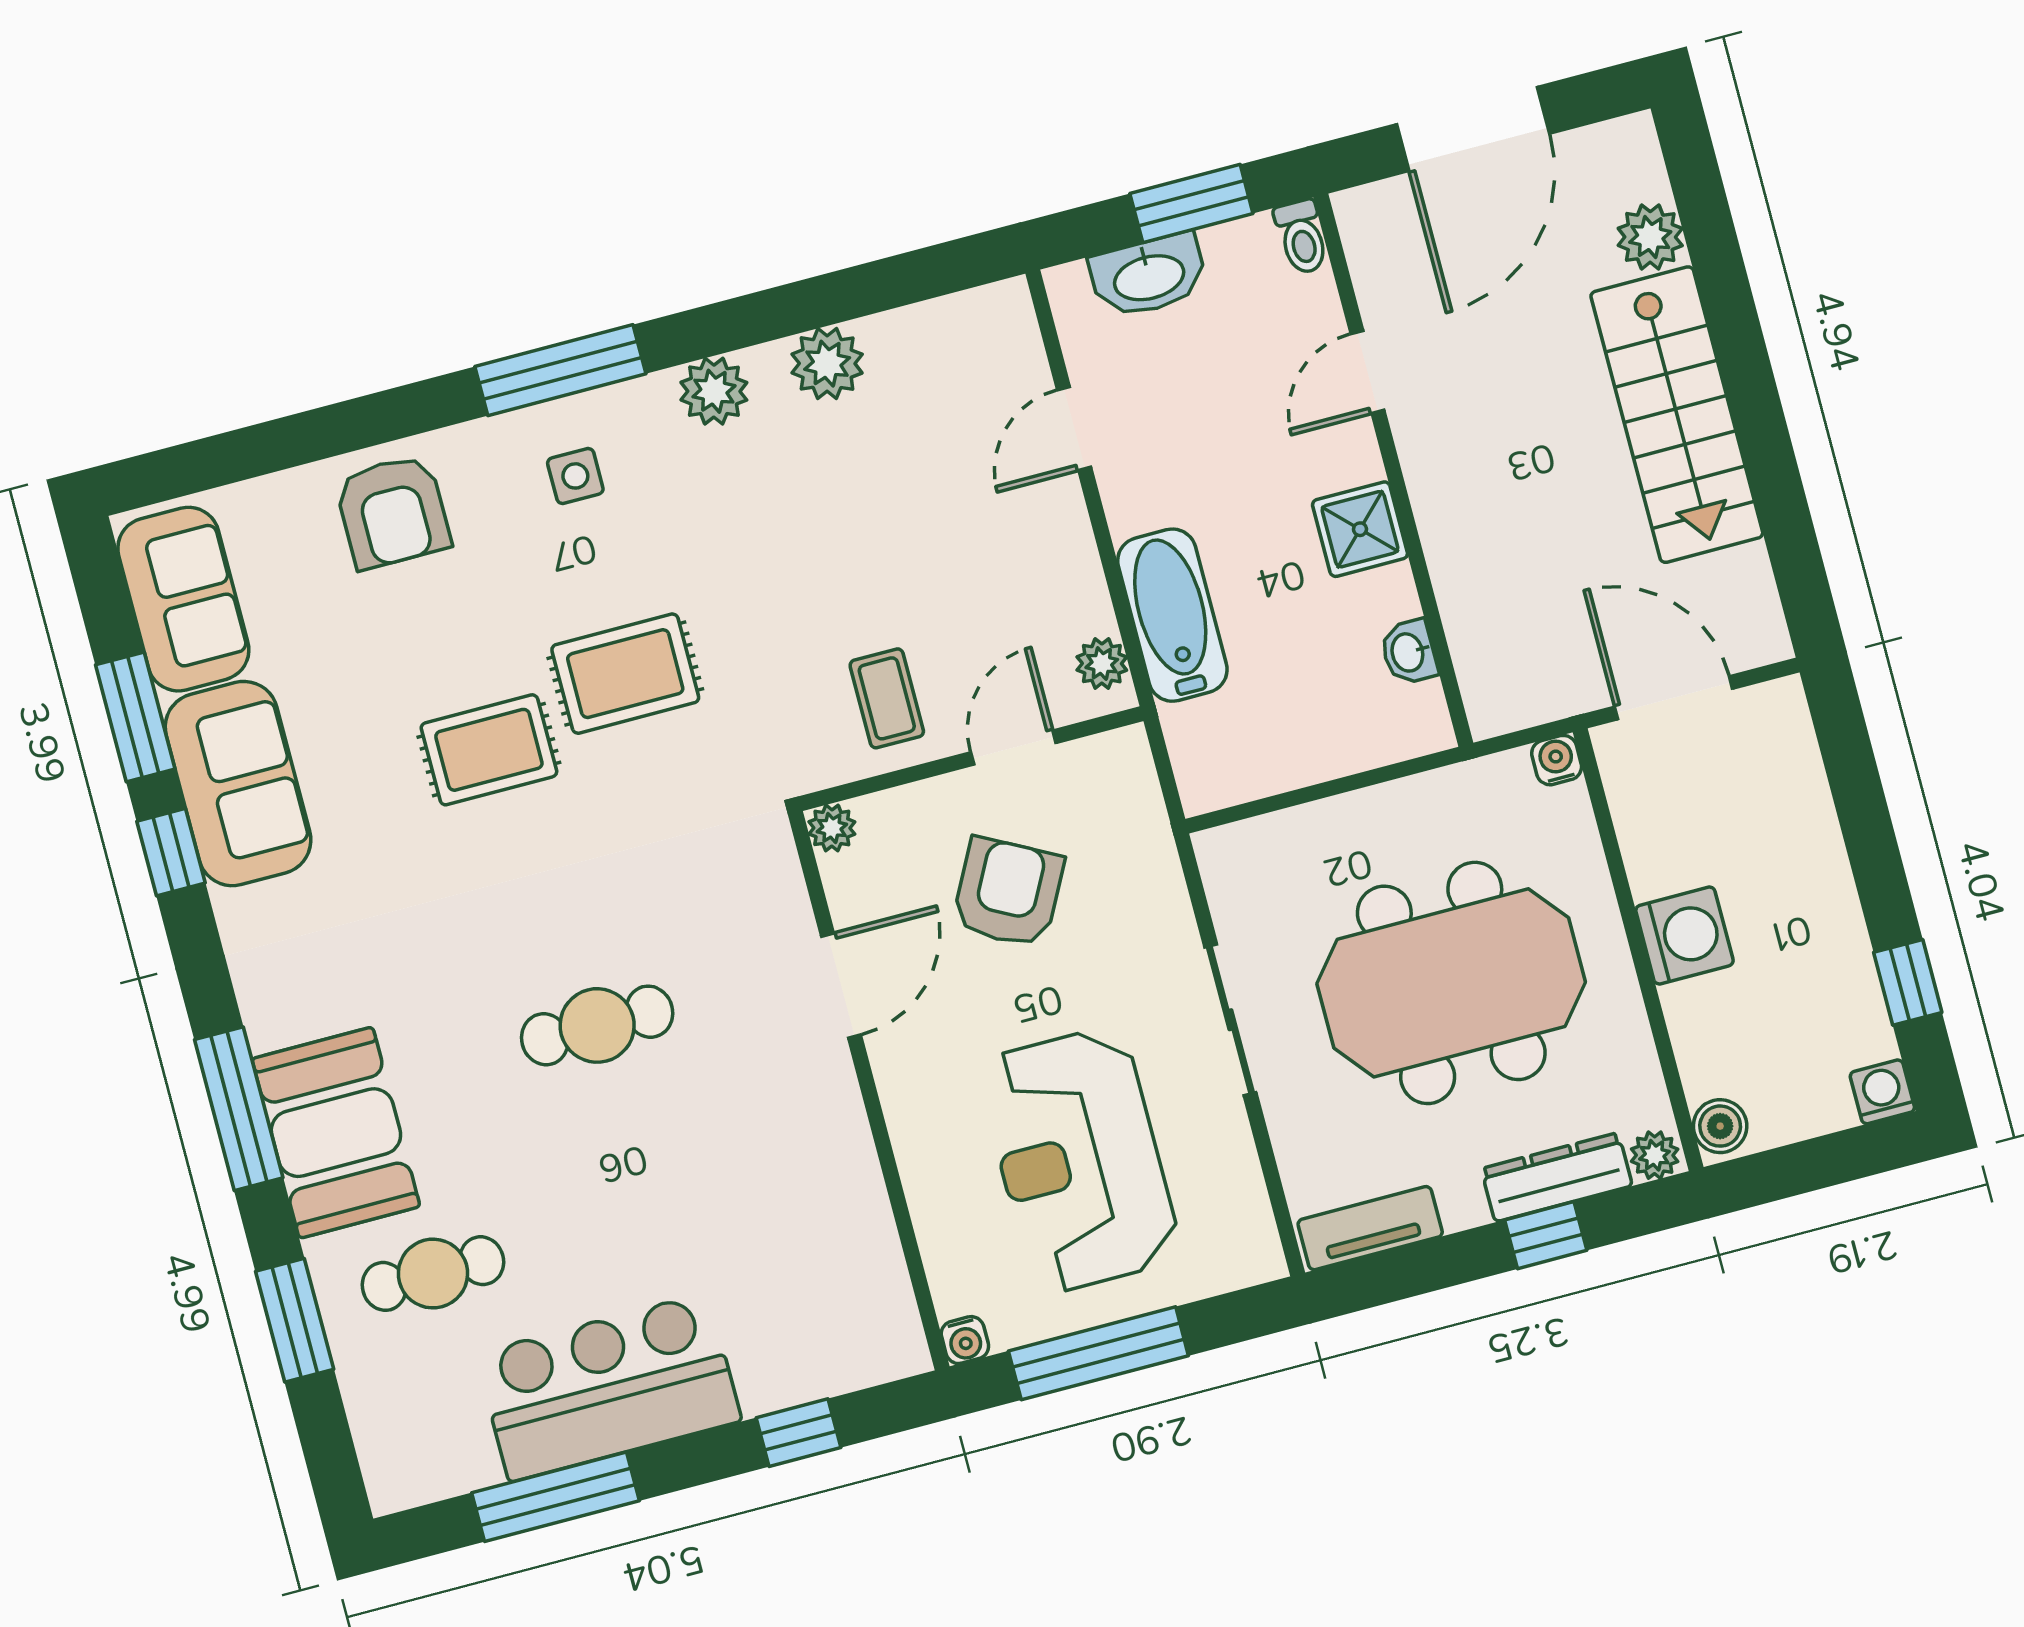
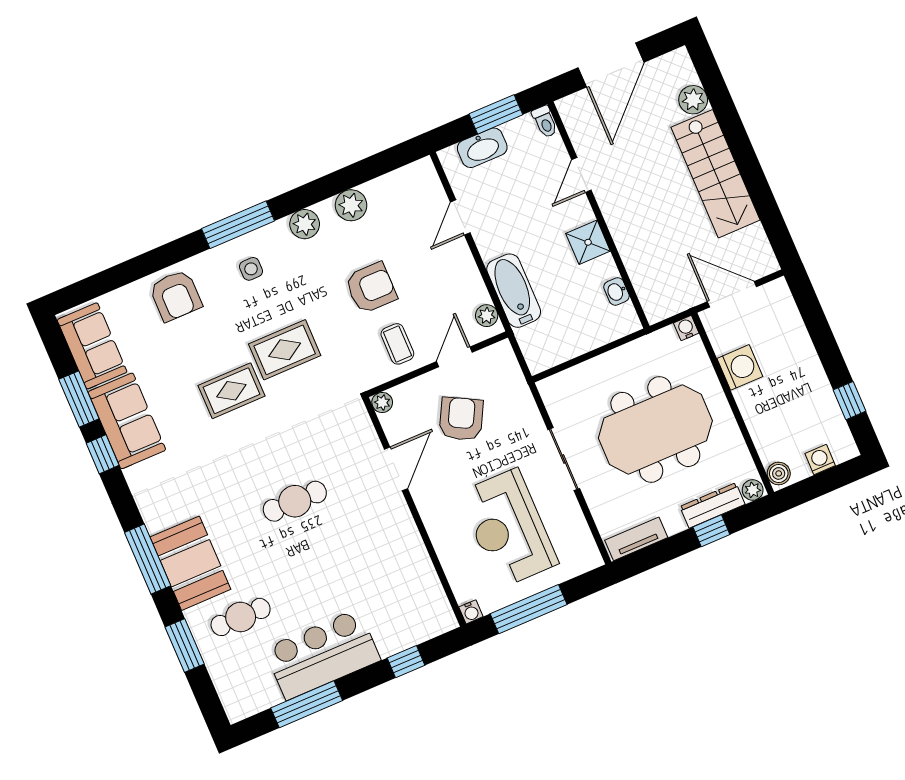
armchair: (845, 560) -> (371, 288), added
washing machine: (1684, 936) -> (740, 367), moved
washing machine: (1882, 1092) -> (820, 460), moved

